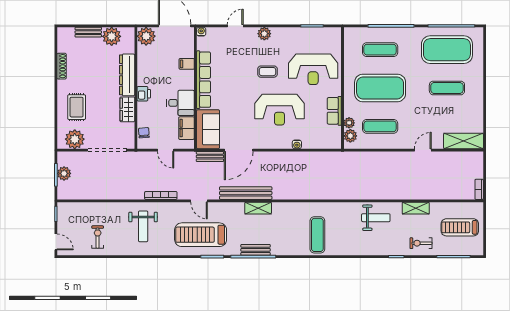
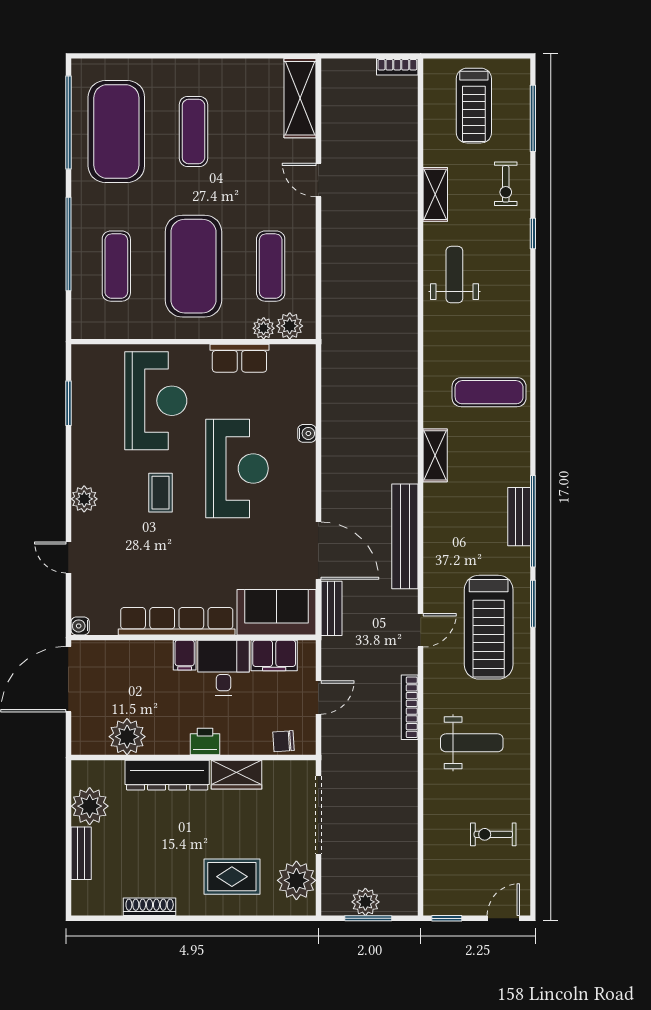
plant: (146, 36) -> (127, 737), moved
filing cabinet: (187, 64) -> (185, 655), moved
shelving: (258, 208) -> (435, 455), moved

